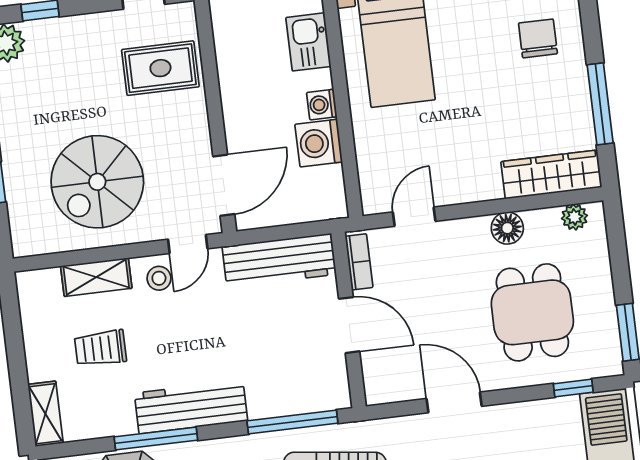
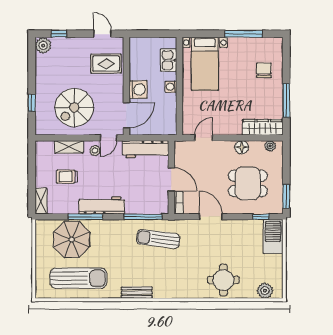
washing machine: (319, 143) -> (138, 90), moved, turned 180
bookcase: (359, 262) -> (179, 203), moved
dining table: (532, 312) -> (248, 183), turned 90

